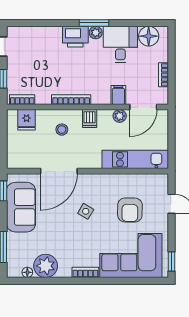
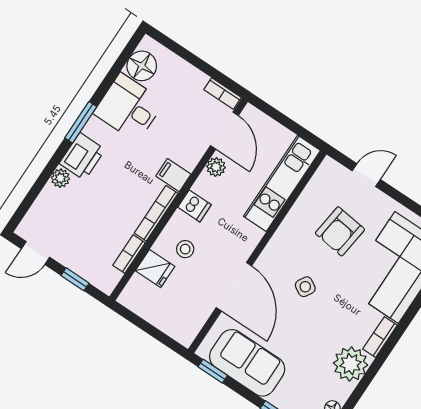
plant: (96, 33) -> (60, 178), moved
bookcase: (163, 75) -> (222, 93), moved
filing cabinet: (118, 95) -> (173, 175), moved
bookcase: (22, 100) -> (129, 254), moved
fridge: (26, 120) -> (155, 268), moved
armchair: (130, 210) -> (340, 231), turned 96
plant: (46, 266) -> (351, 364), moved

